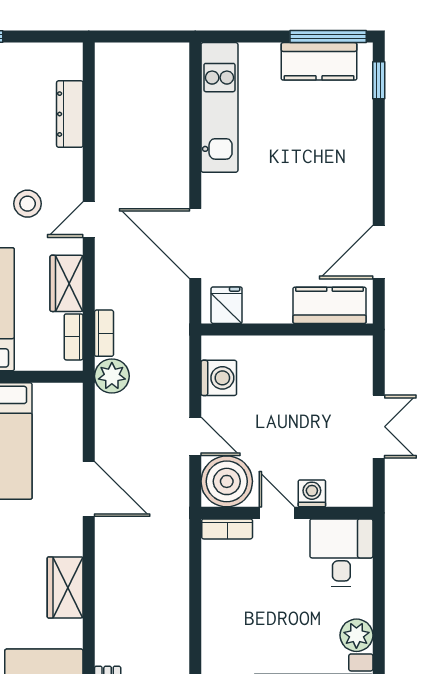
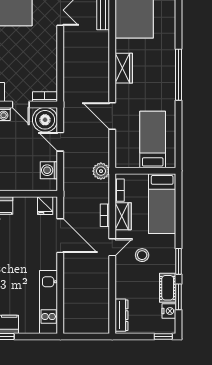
dresser: (70, 114) -> (121, 315), moved
bookcase: (104, 333) -> (105, 215), moved

